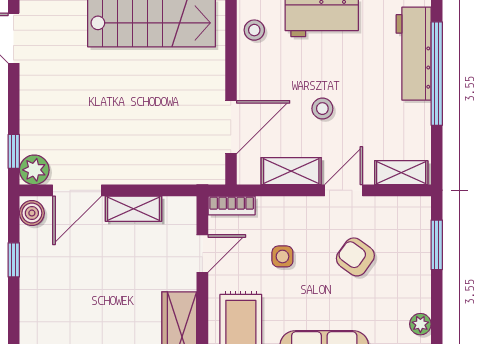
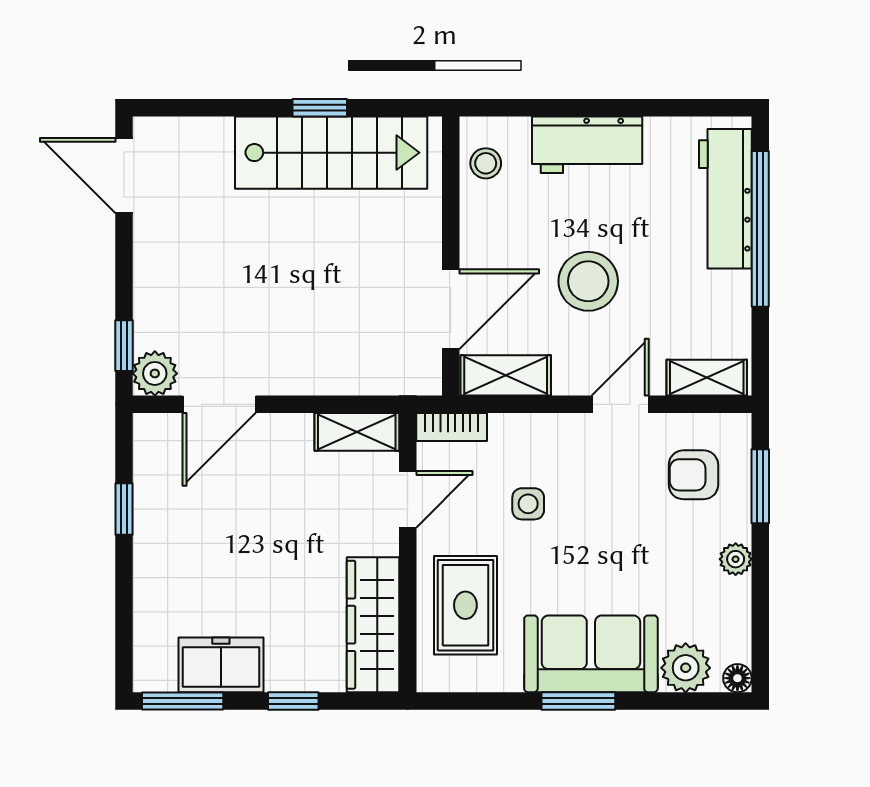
stool: (322, 109) -> (588, 281), width x1.89, depth x1.89
shelving: (291, 171) -> (506, 375), moved
shelving: (133, 209) -> (357, 432), moved
boiler: (32, 213) -> (151, 438), removed
armchair: (355, 257) -> (693, 475), moved, turned -36
plant: (420, 324) -> (736, 559), moved

